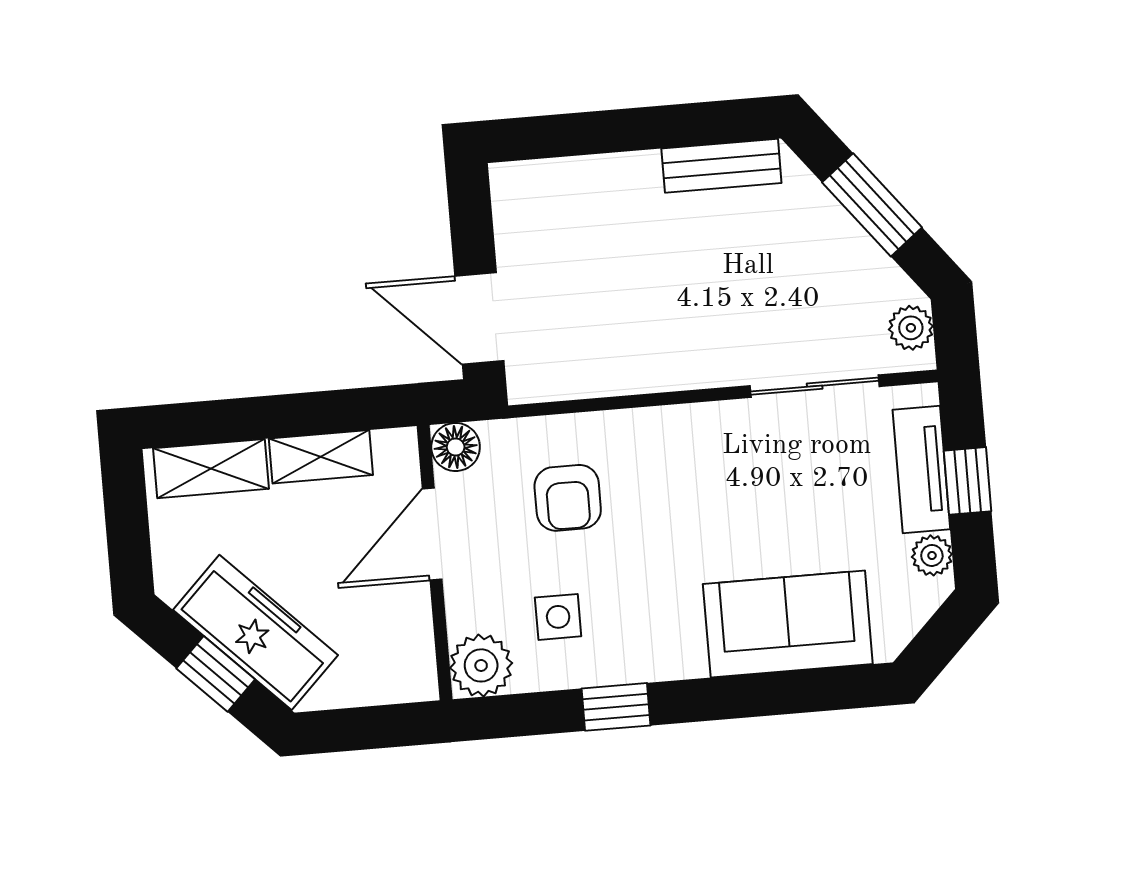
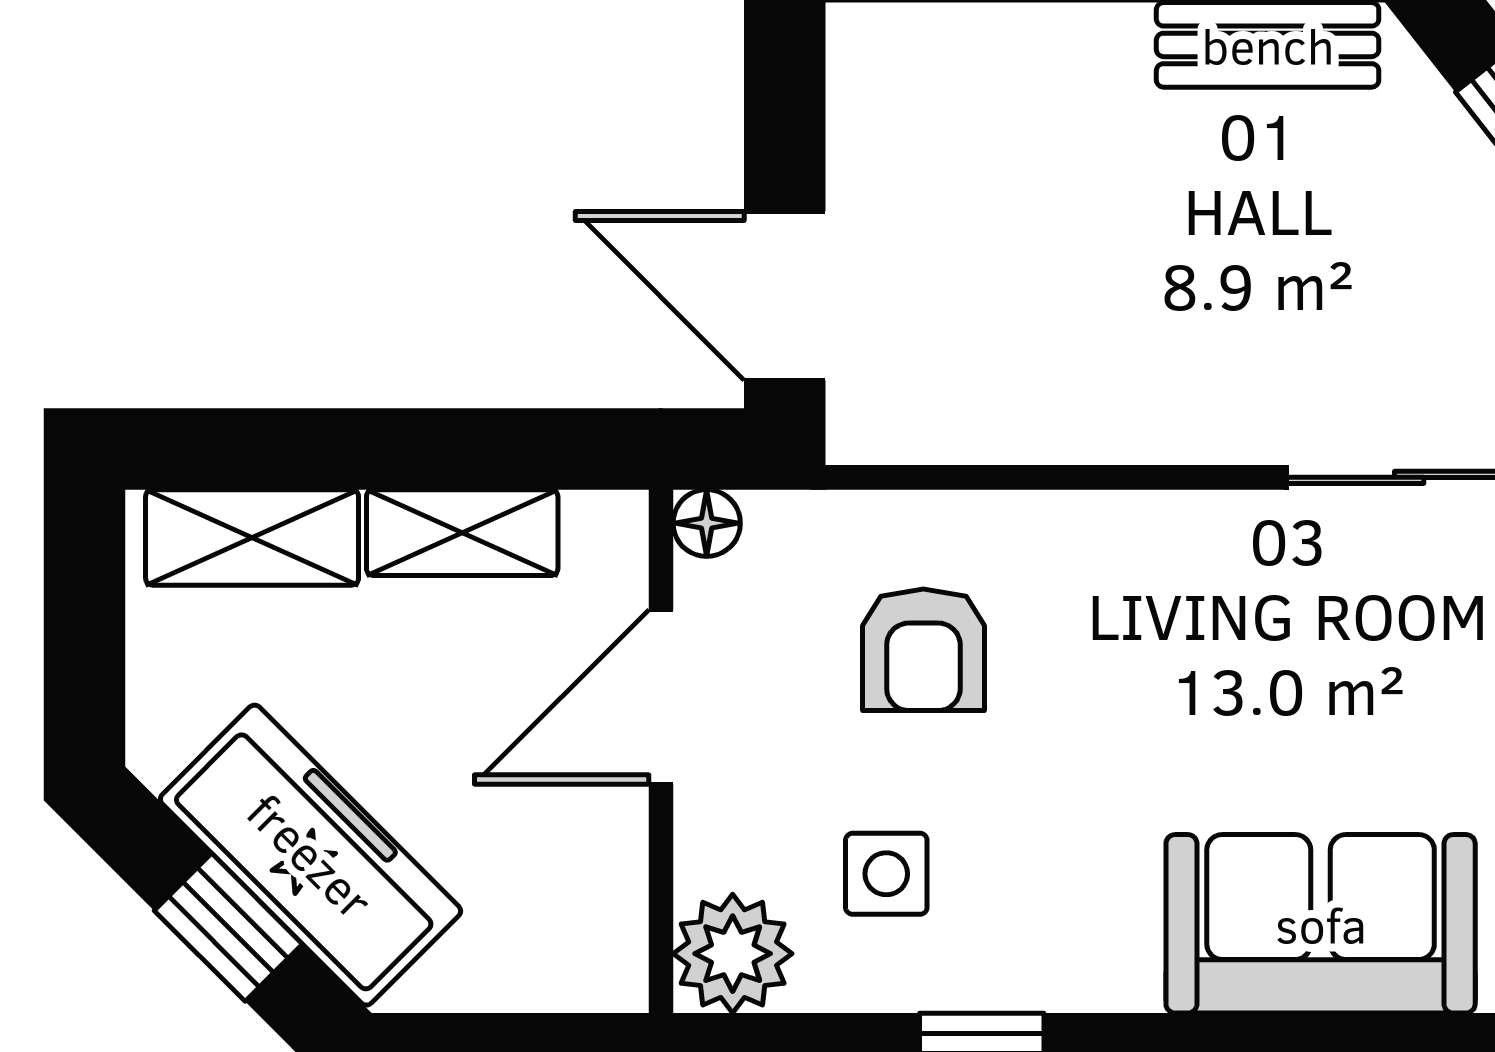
floor lamp: (456, 447) -> (707, 523), width x0.73, depth x0.73

